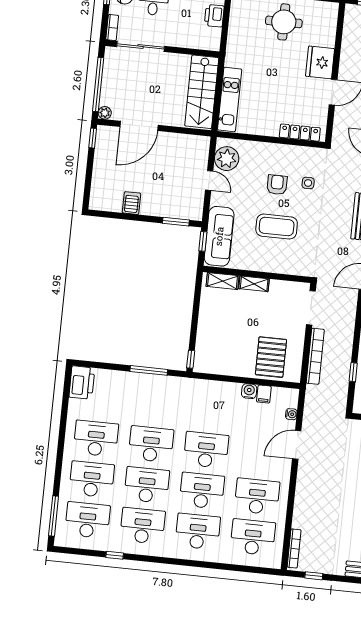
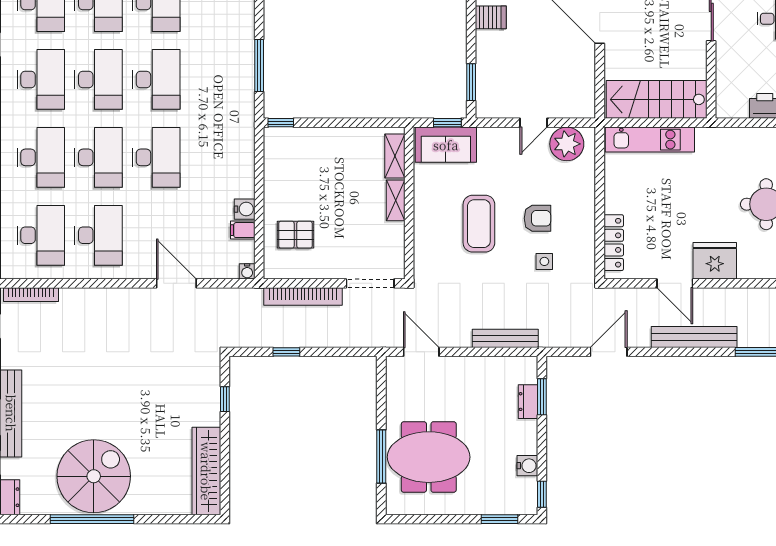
sofa: (219, 236) -> (446, 145), width x0.73
pallet: (271, 357) -> (295, 235), width x0.67, depth x0.71
water cooler: (291, 414) -> (247, 271), moved

